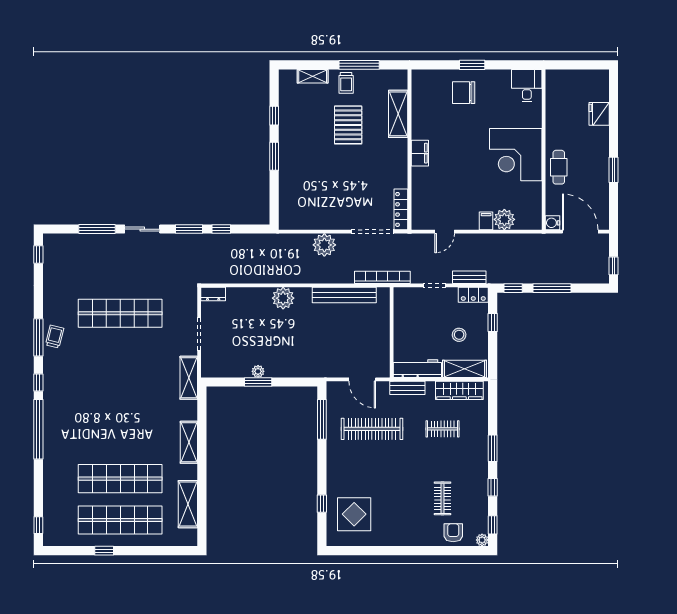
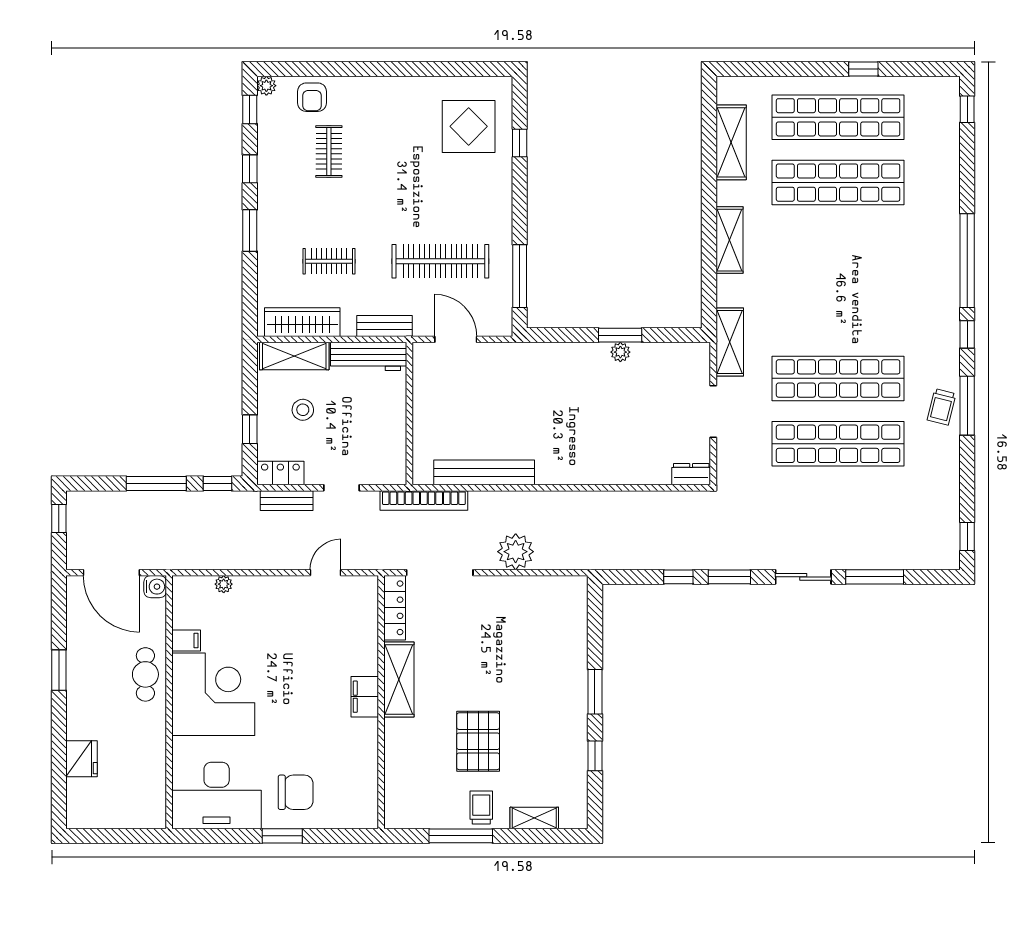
desk: (527, 86) -> (217, 795), width x1.87, depth x1.30
shelving: (398, 114) -> (399, 680), moved
plant: (504, 219) -> (224, 584), width x0.53, depth x0.53
filing cabinet: (486, 221) -> (186, 641), moved, turned -90
plant: (283, 298) -> (581, 468), removed
shop shelf: (120, 355) -> (838, 378), added

